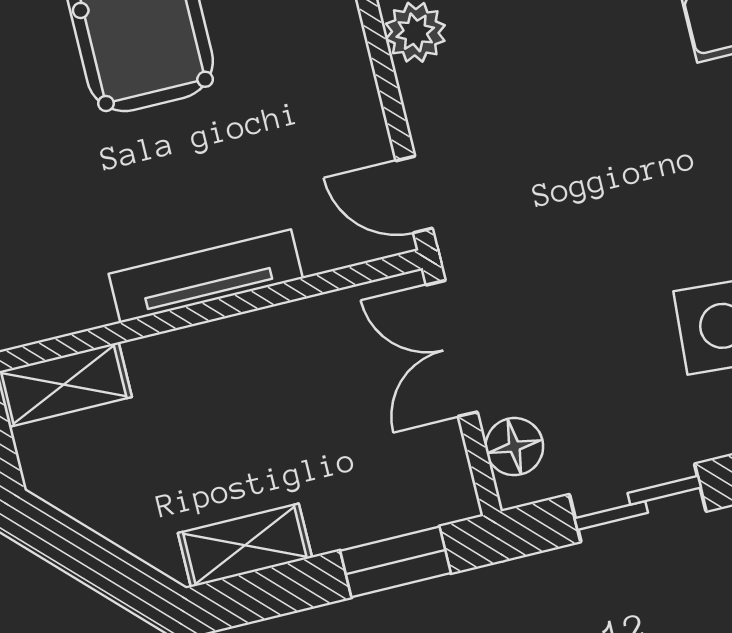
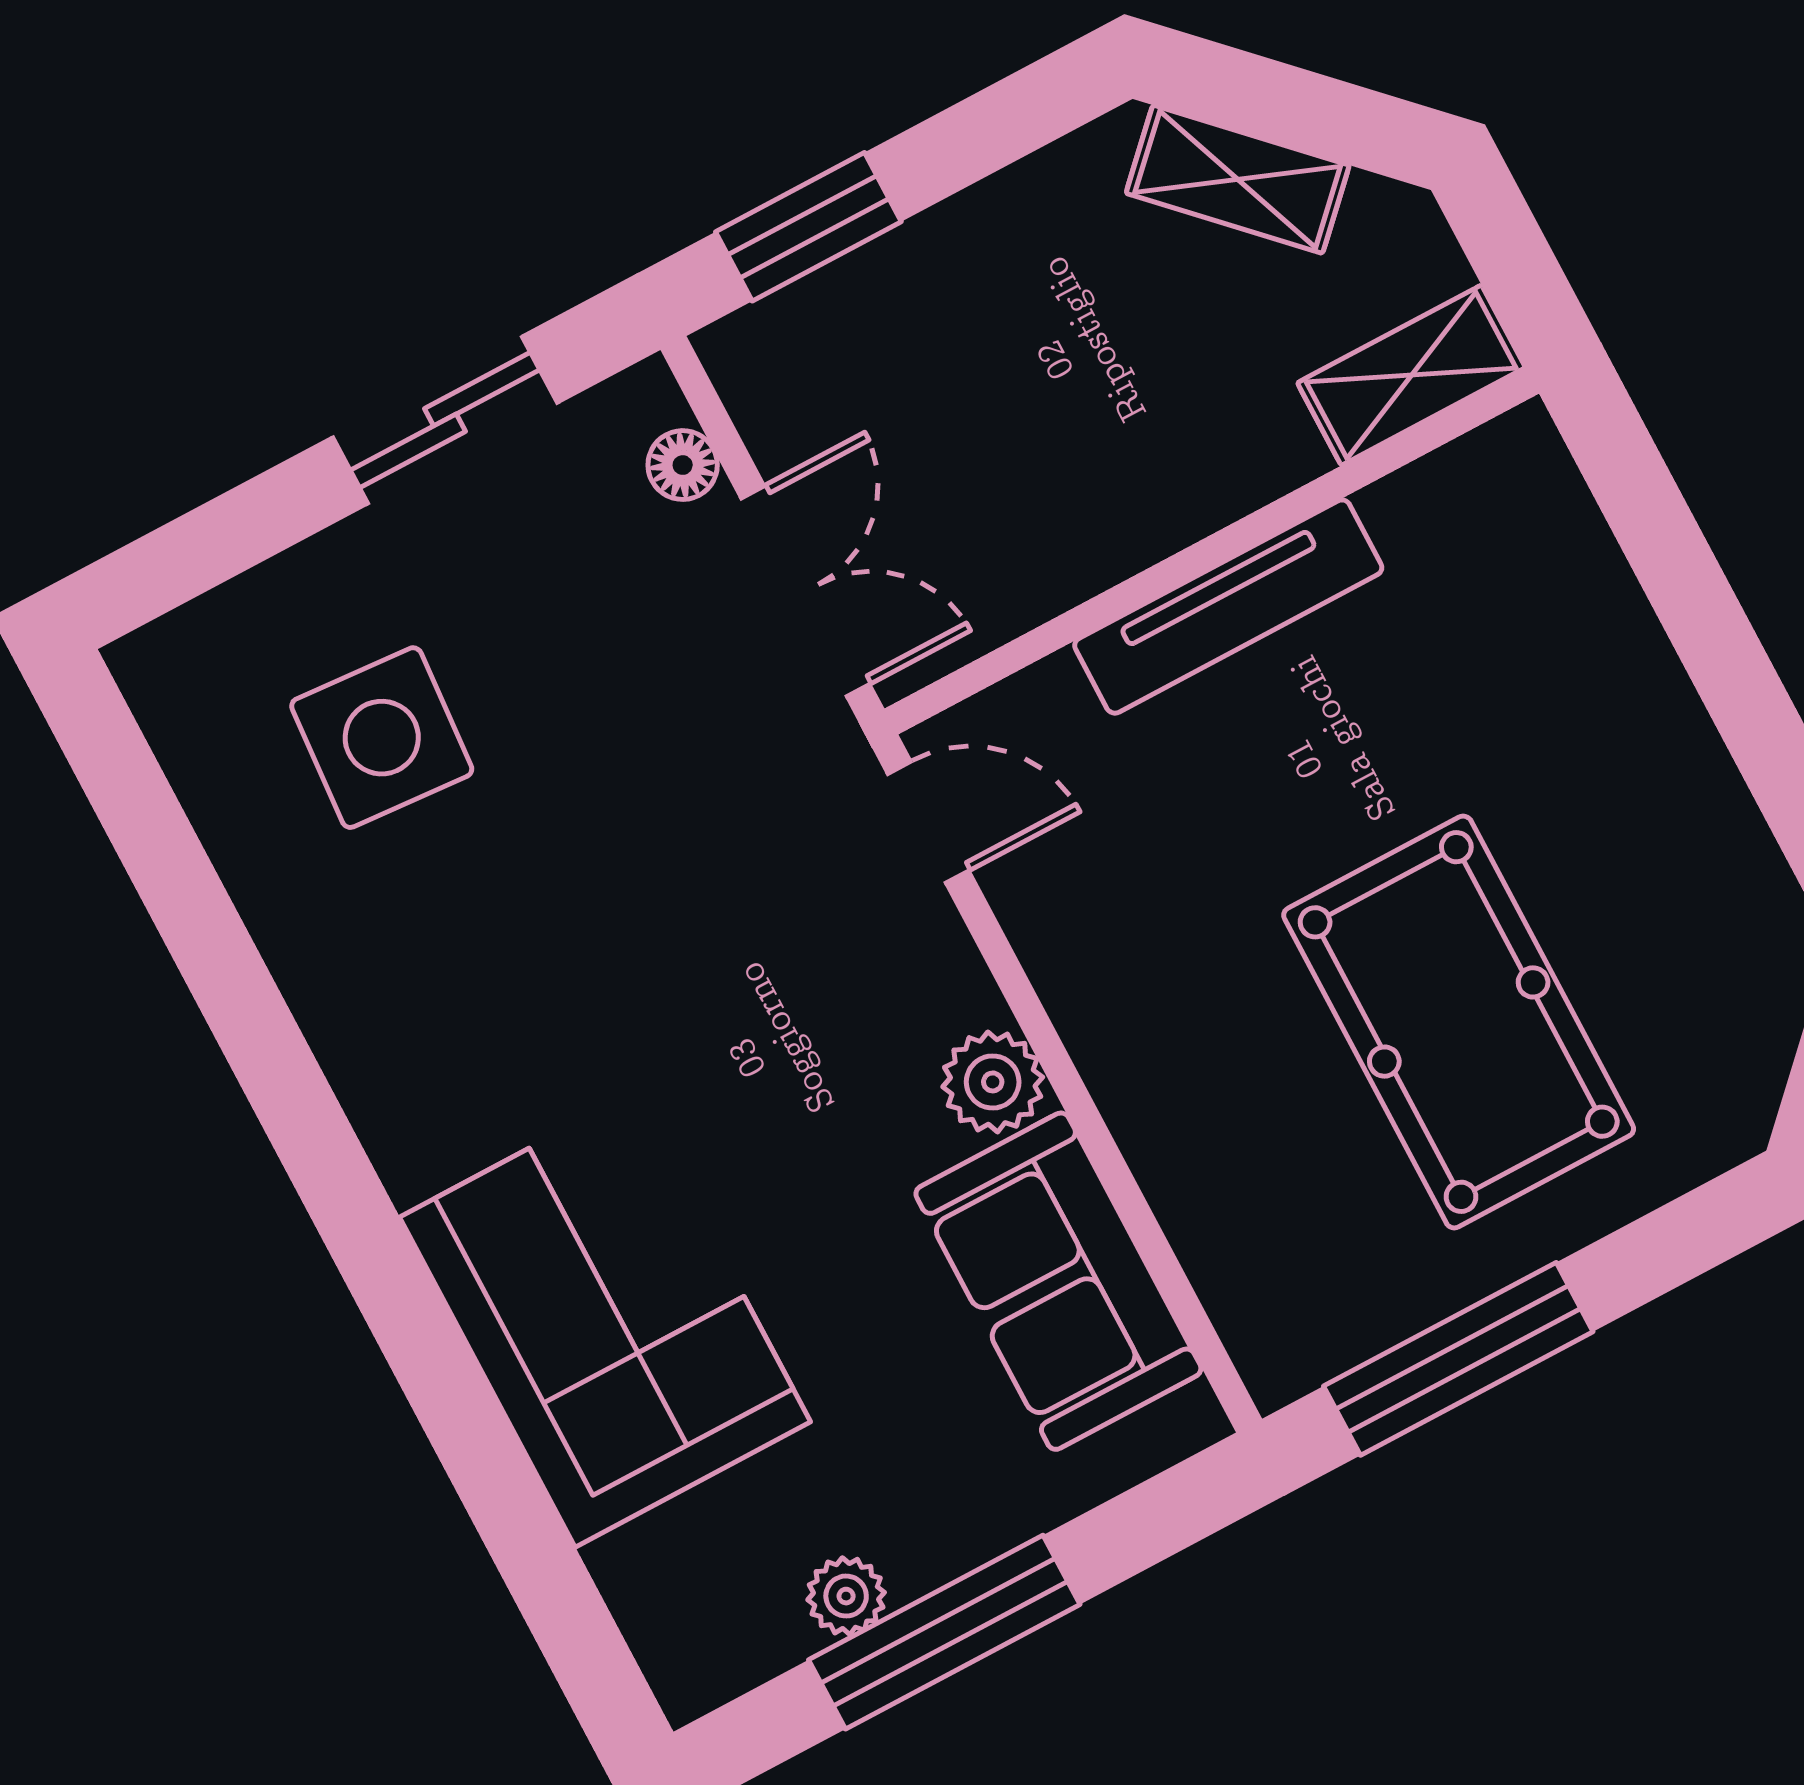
floor lamp: (514, 447) -> (683, 465), width x0.73, depth x0.73
shelving: (245, 545) -> (1238, 179), moved, turned 45

